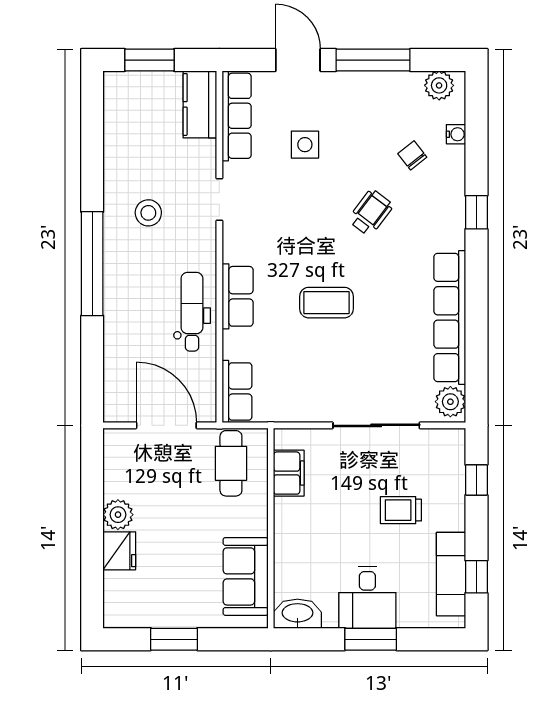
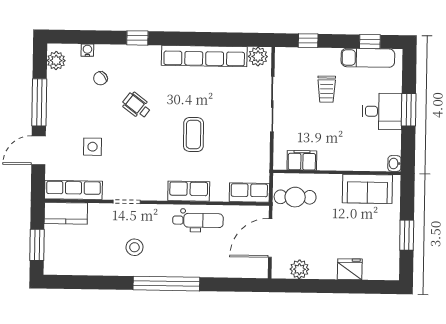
dental chair: (192, 312) -> (198, 220), turned 180
plant: (118, 515) -> (299, 269), moved
washbasin: (297, 614) -> (394, 163), width x0.52, depth x0.69

